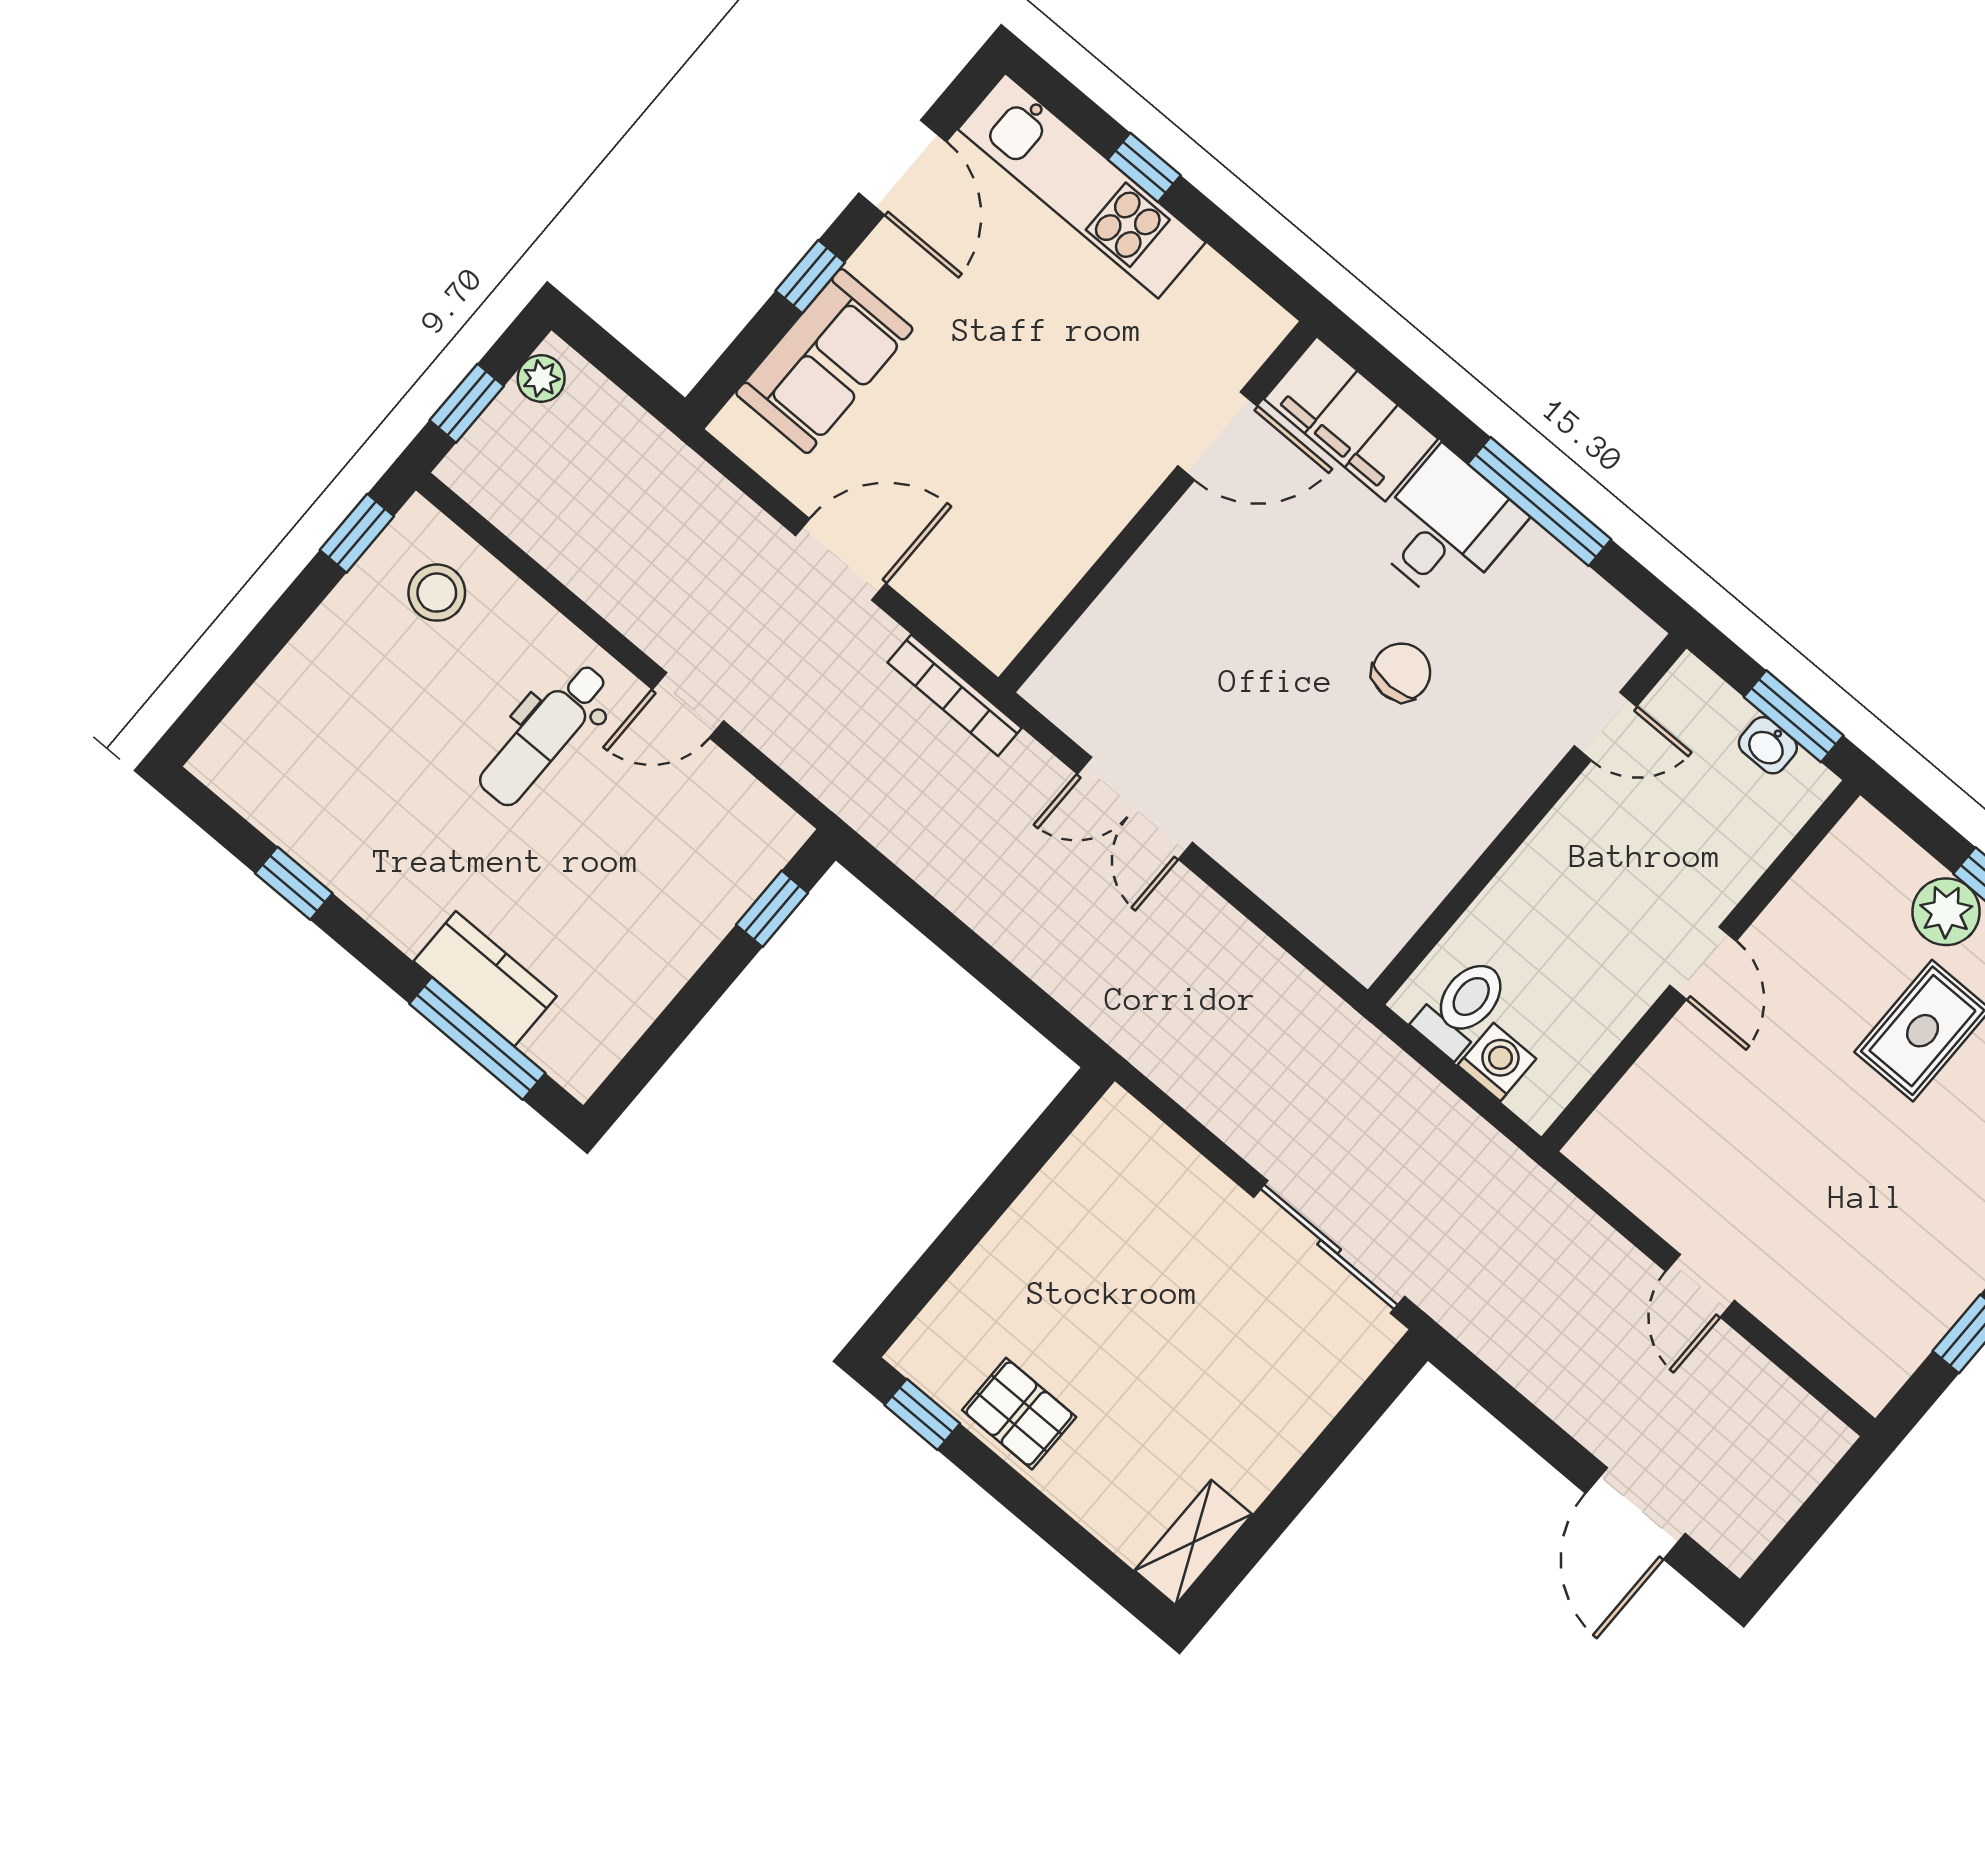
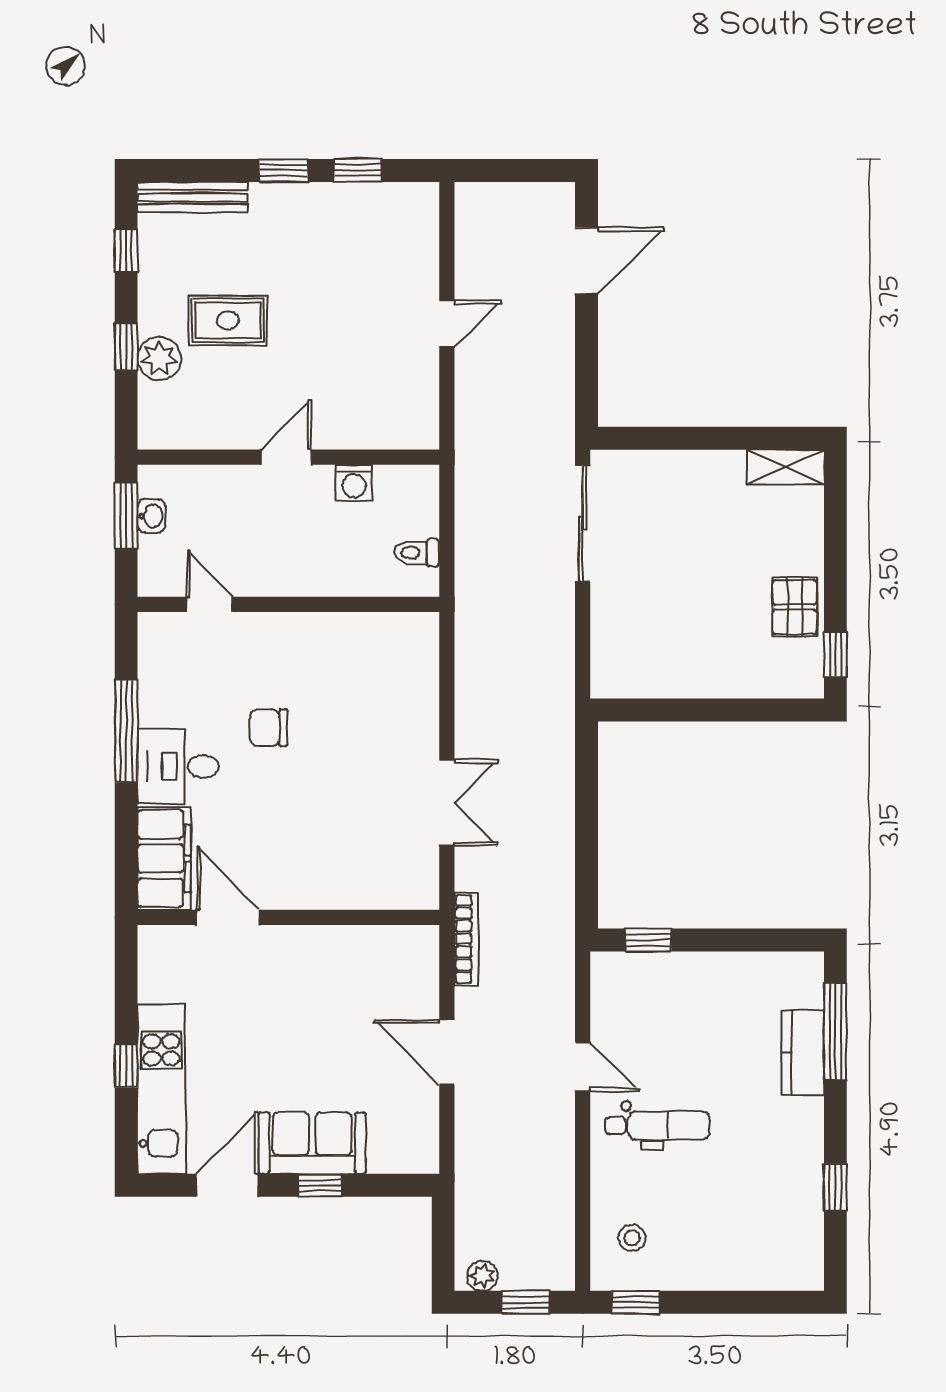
sofa: (824, 361) -> (312, 1143), moved
stool: (437, 593) -> (632, 1238), width x0.73, depth x0.73
toilet: (1463, 1007) -> (417, 553), width x0.73, depth x0.72
washing machine: (1497, 1062) -> (354, 483), moved, turned -90

